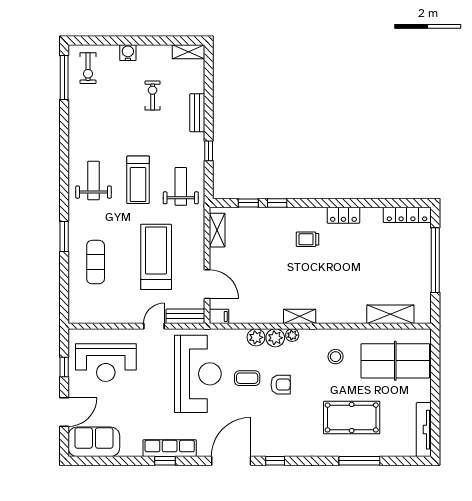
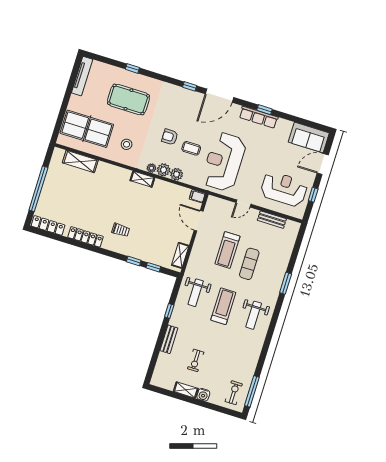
shelving: (188, 52) -> (186, 390), moved
locker: (343, 215) -> (85, 237), width x1.53
treadmill: (156, 257) -> (227, 250), width x0.73, depth x0.73
exercise mat: (96, 262) -> (249, 264), moved
bench: (185, 316) -> (272, 220), moved
window: (359, 461) -> (132, 68), width x0.46

